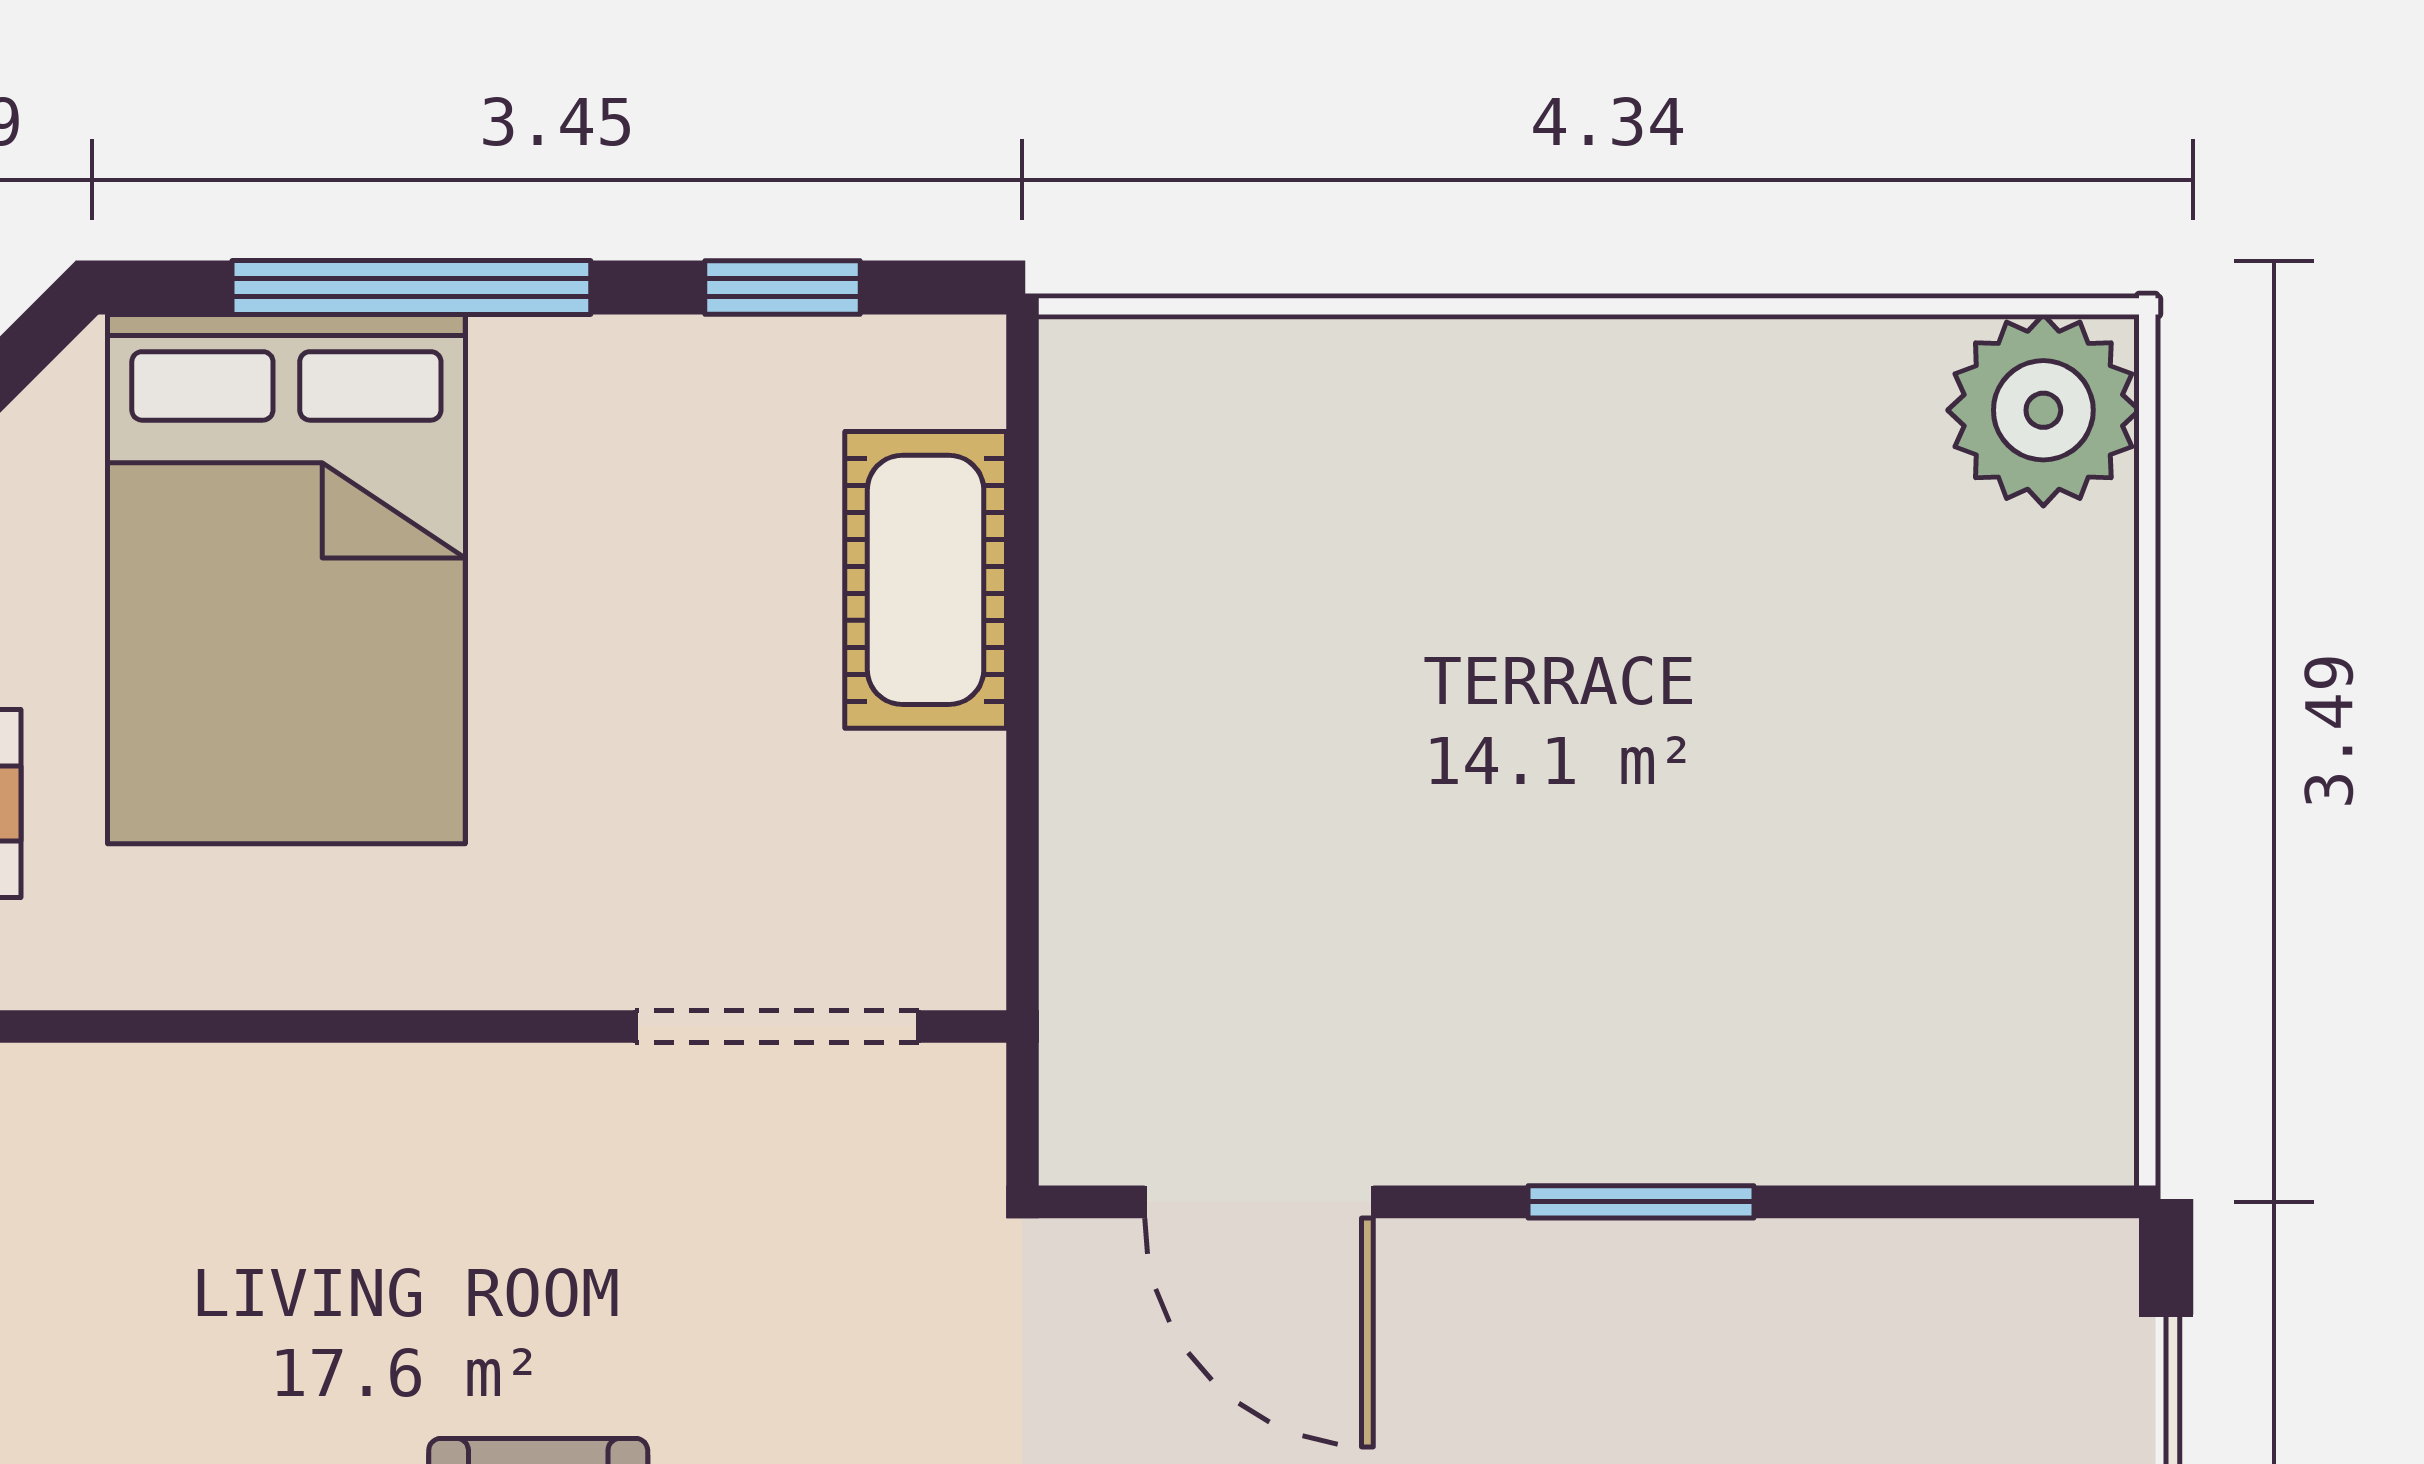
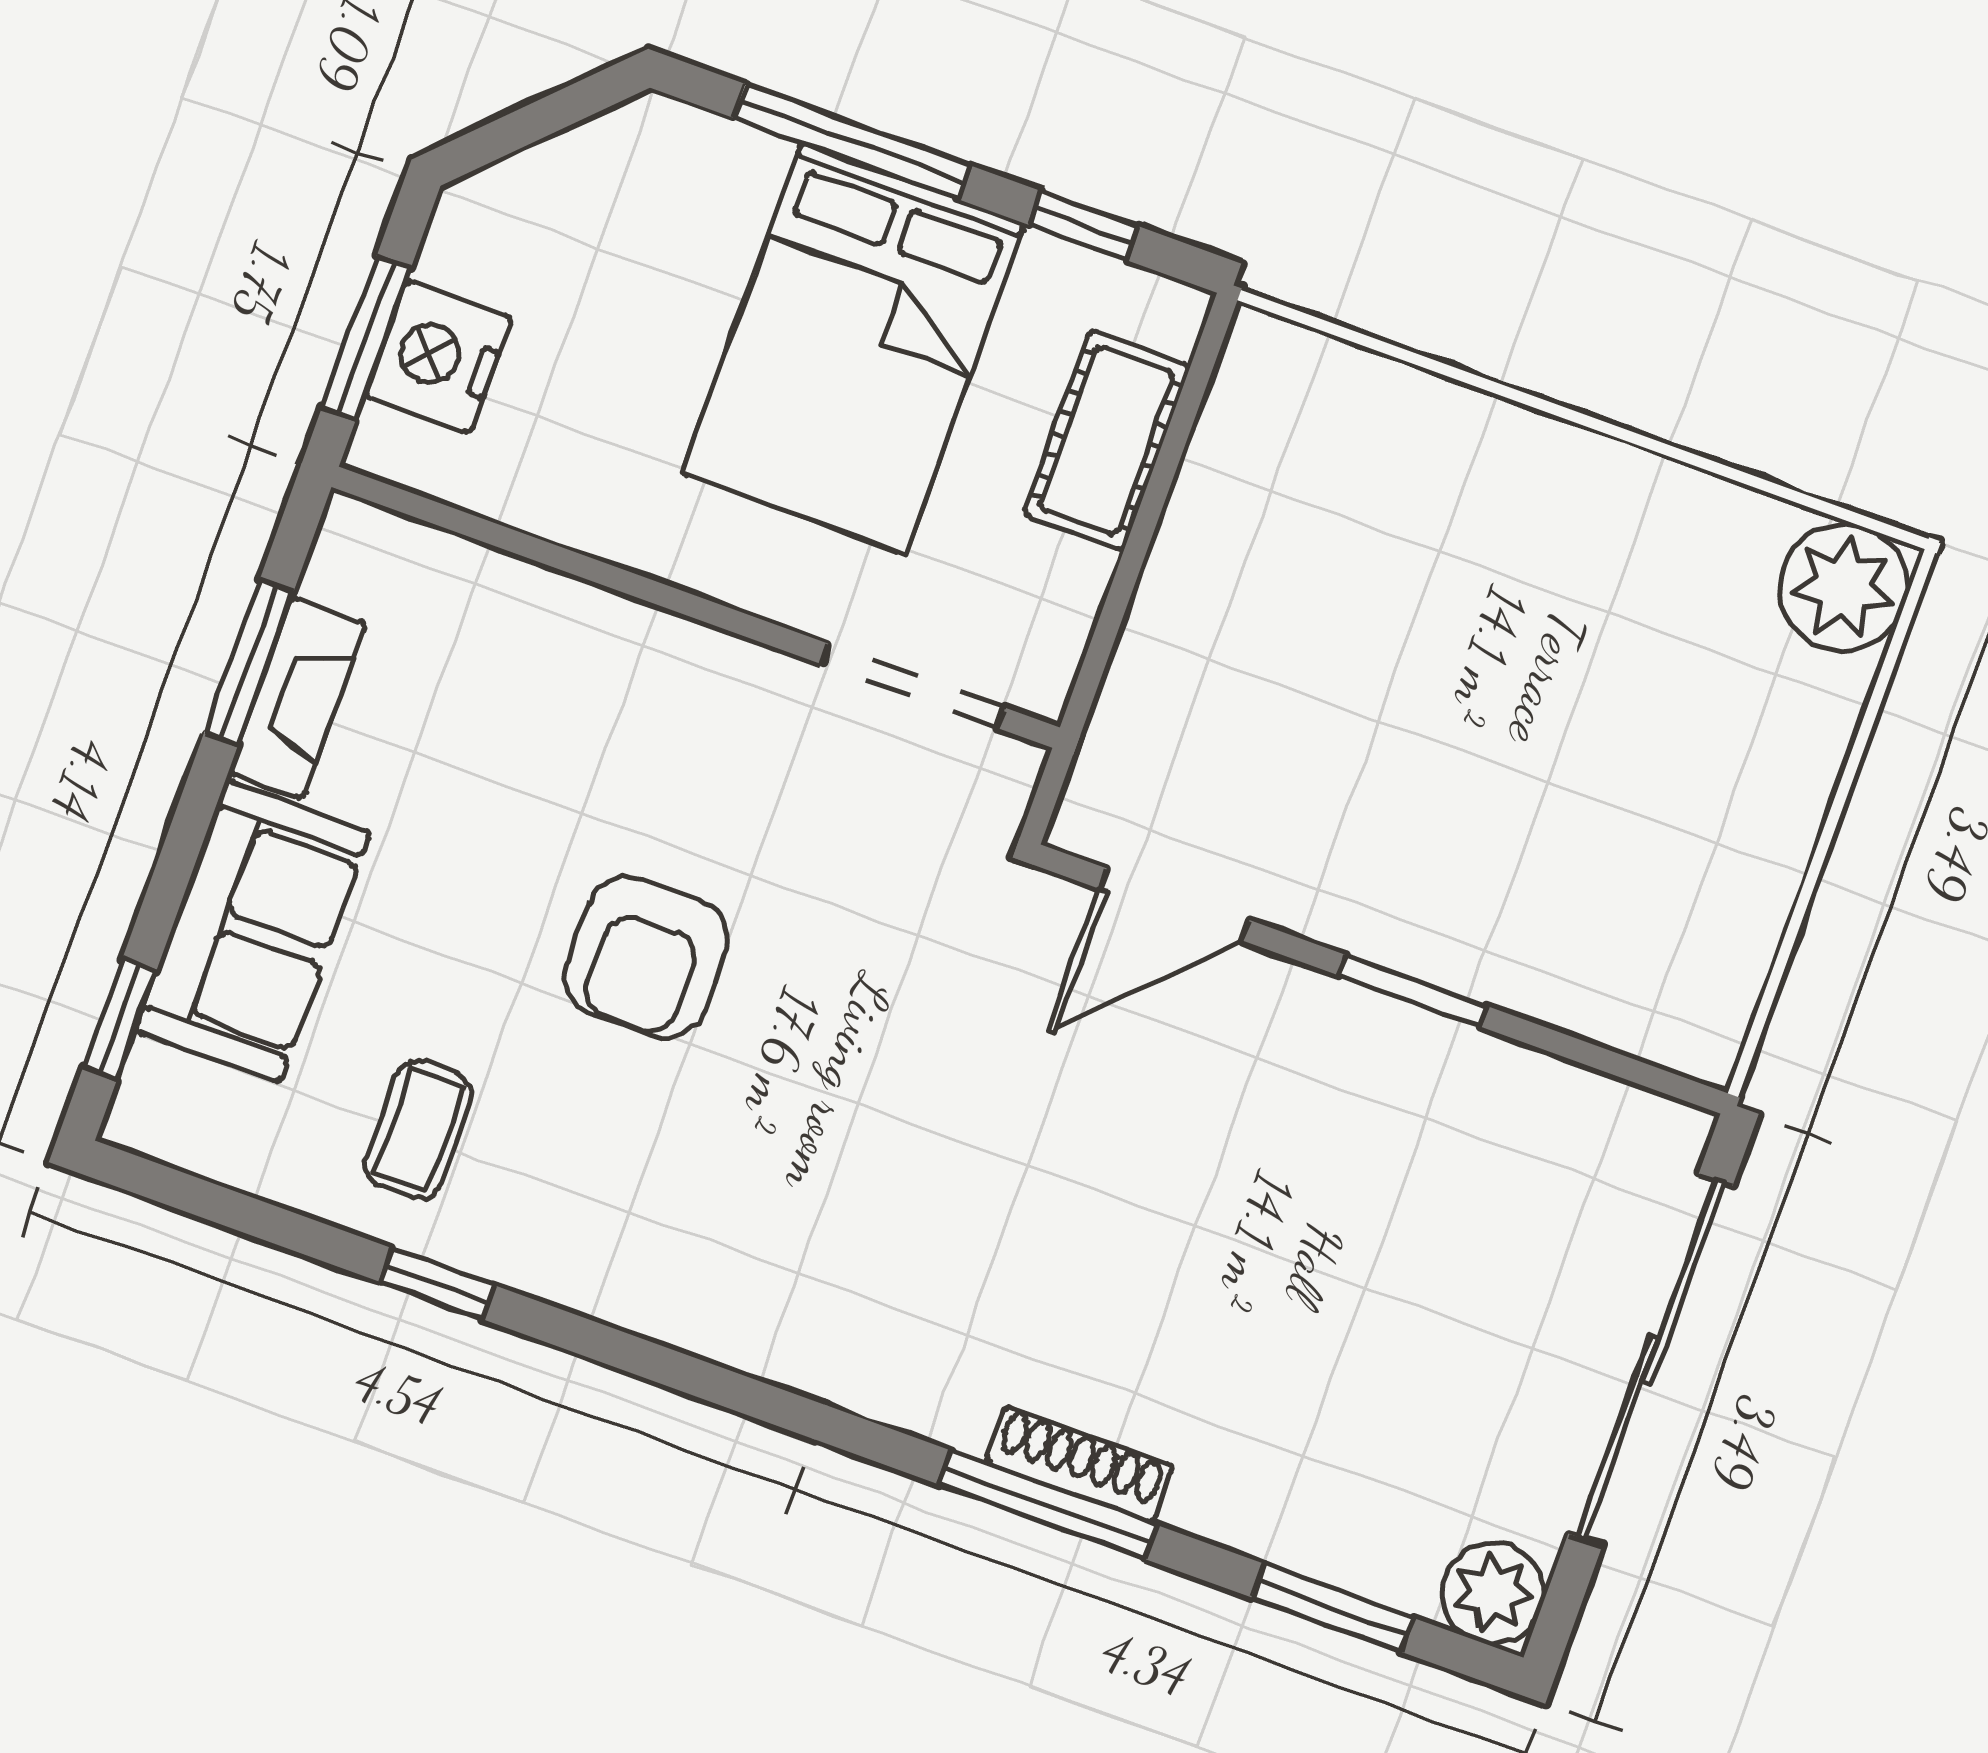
bed: (286, 579) -> (854, 348), moved
door: (1259, 1202) -> (1174, 904), hinge flipped

